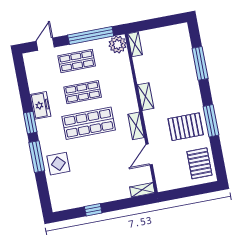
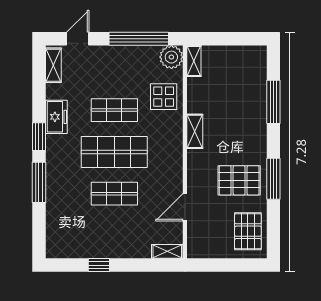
shop shelf: (77, 61) -> (114, 194), moved
shelving: (136, 126) -> (53, 65), moved
display table: (58, 164) -> (164, 97), moved

